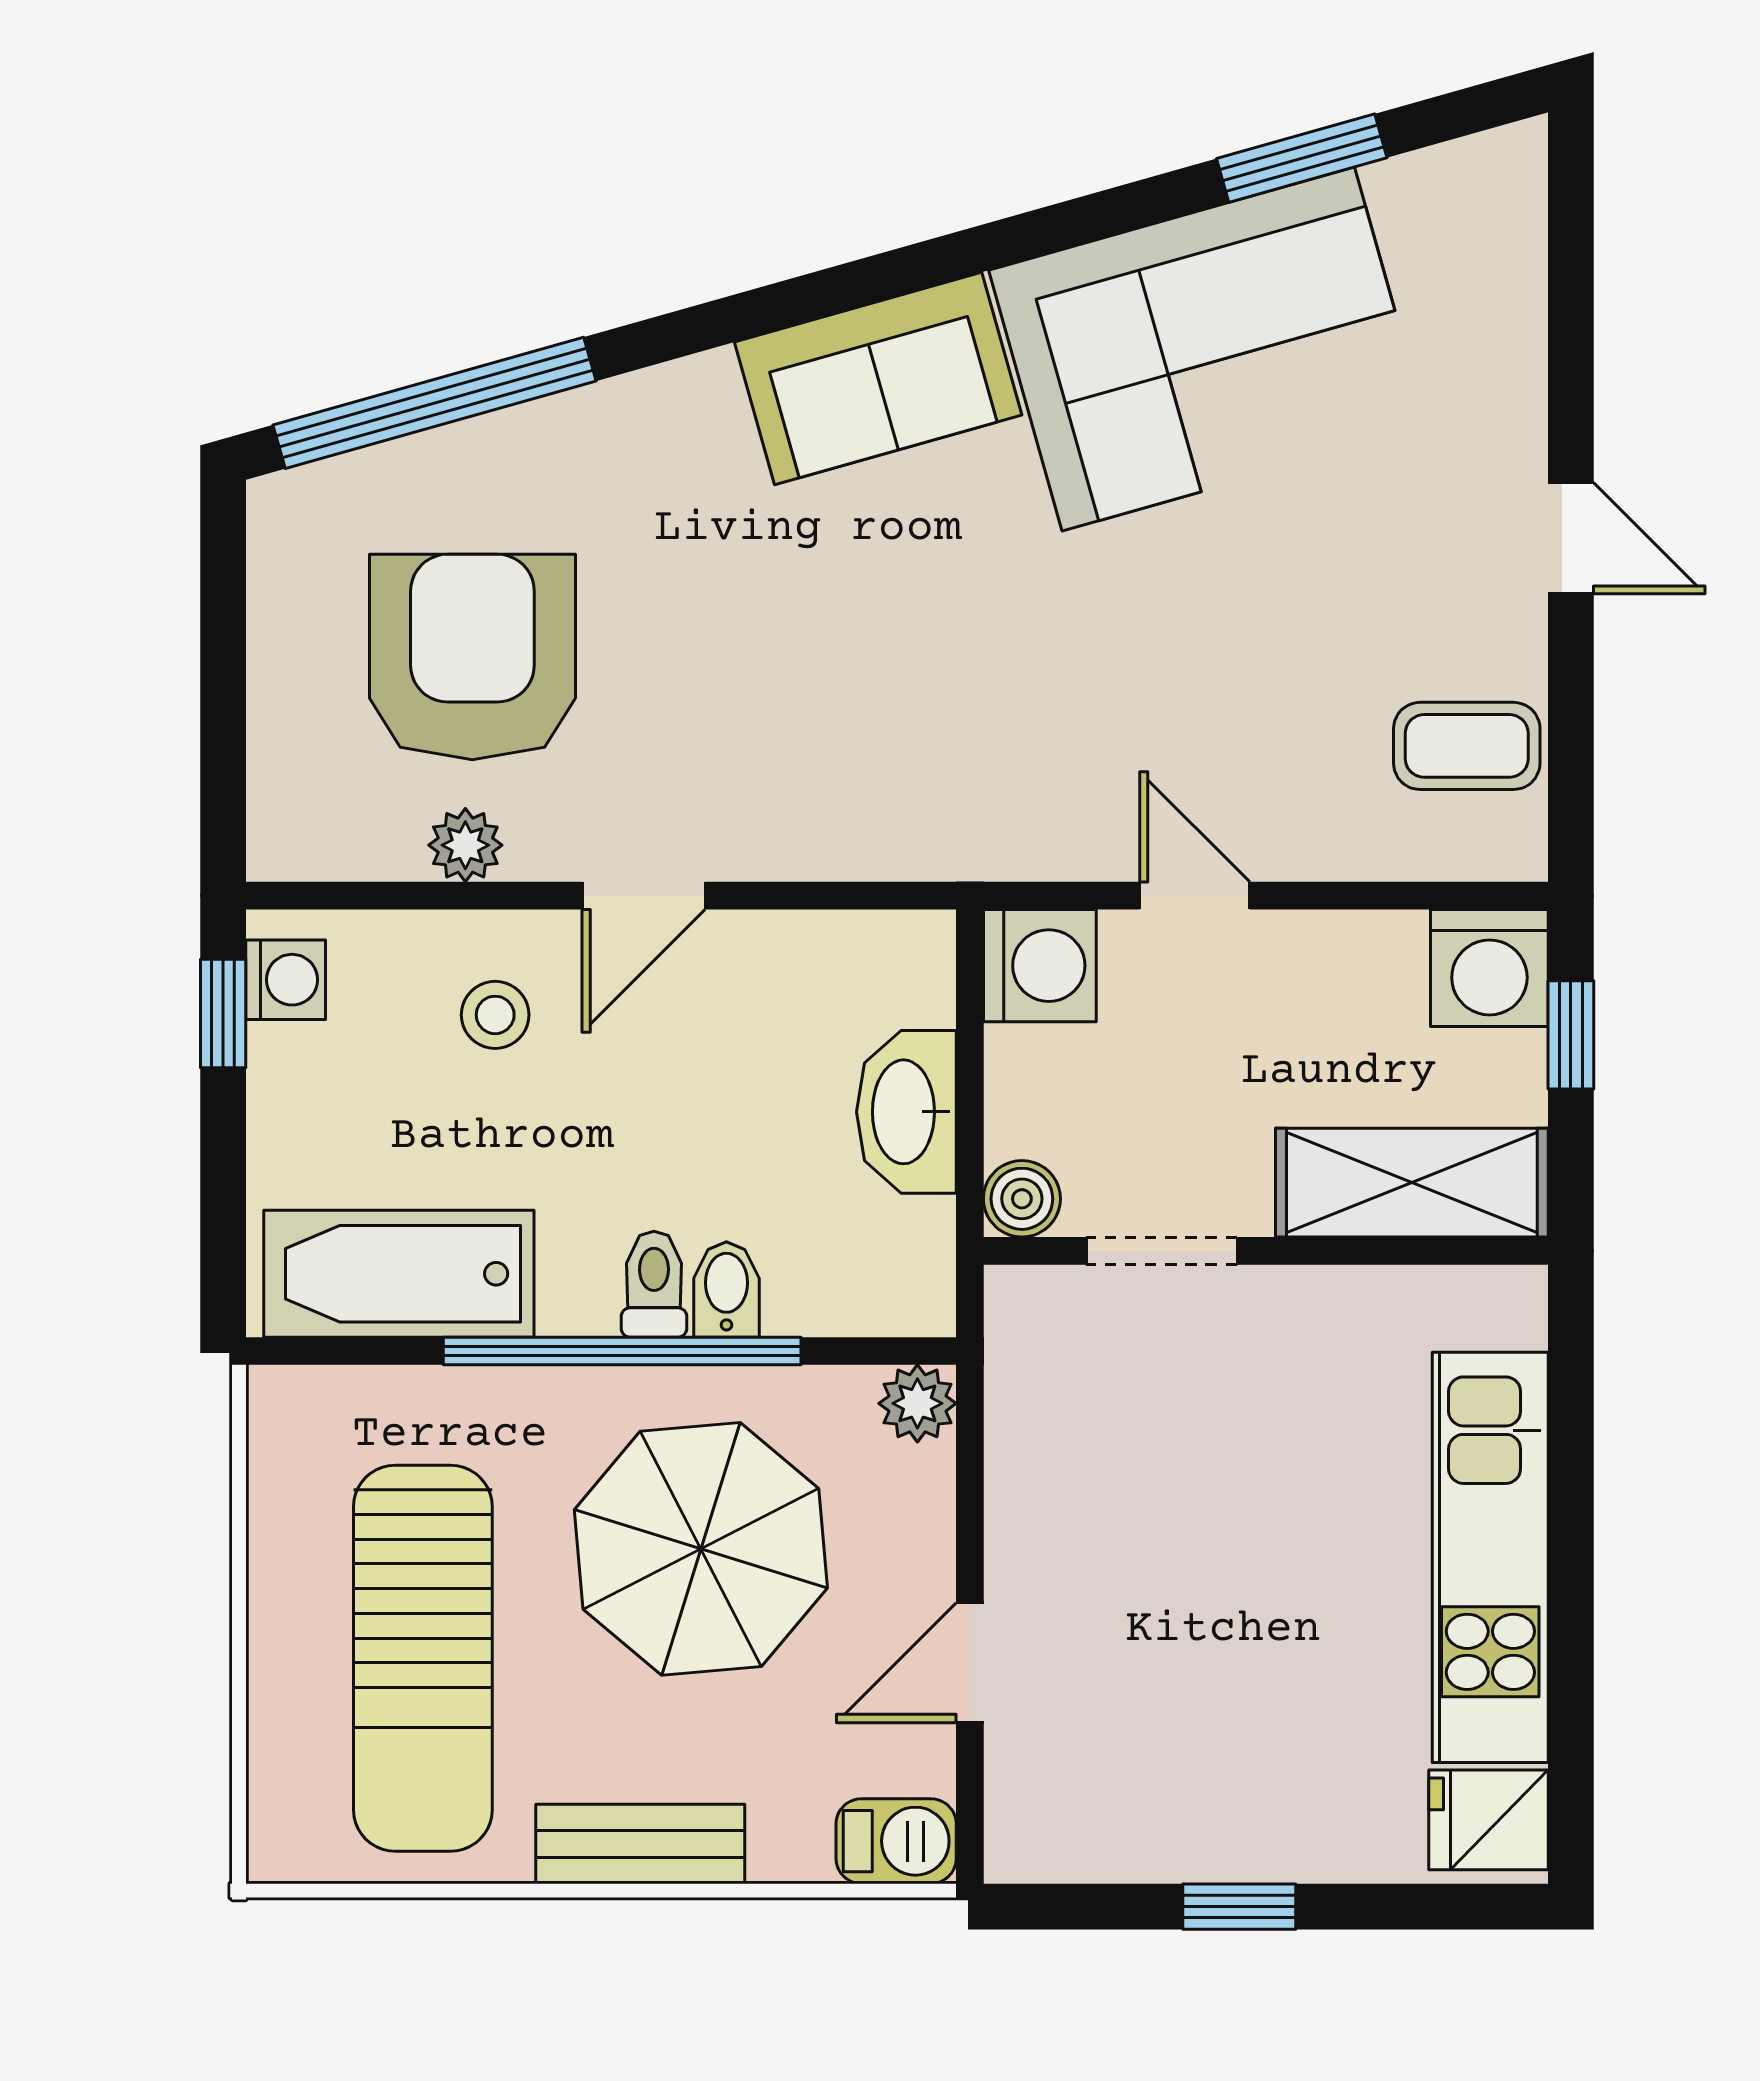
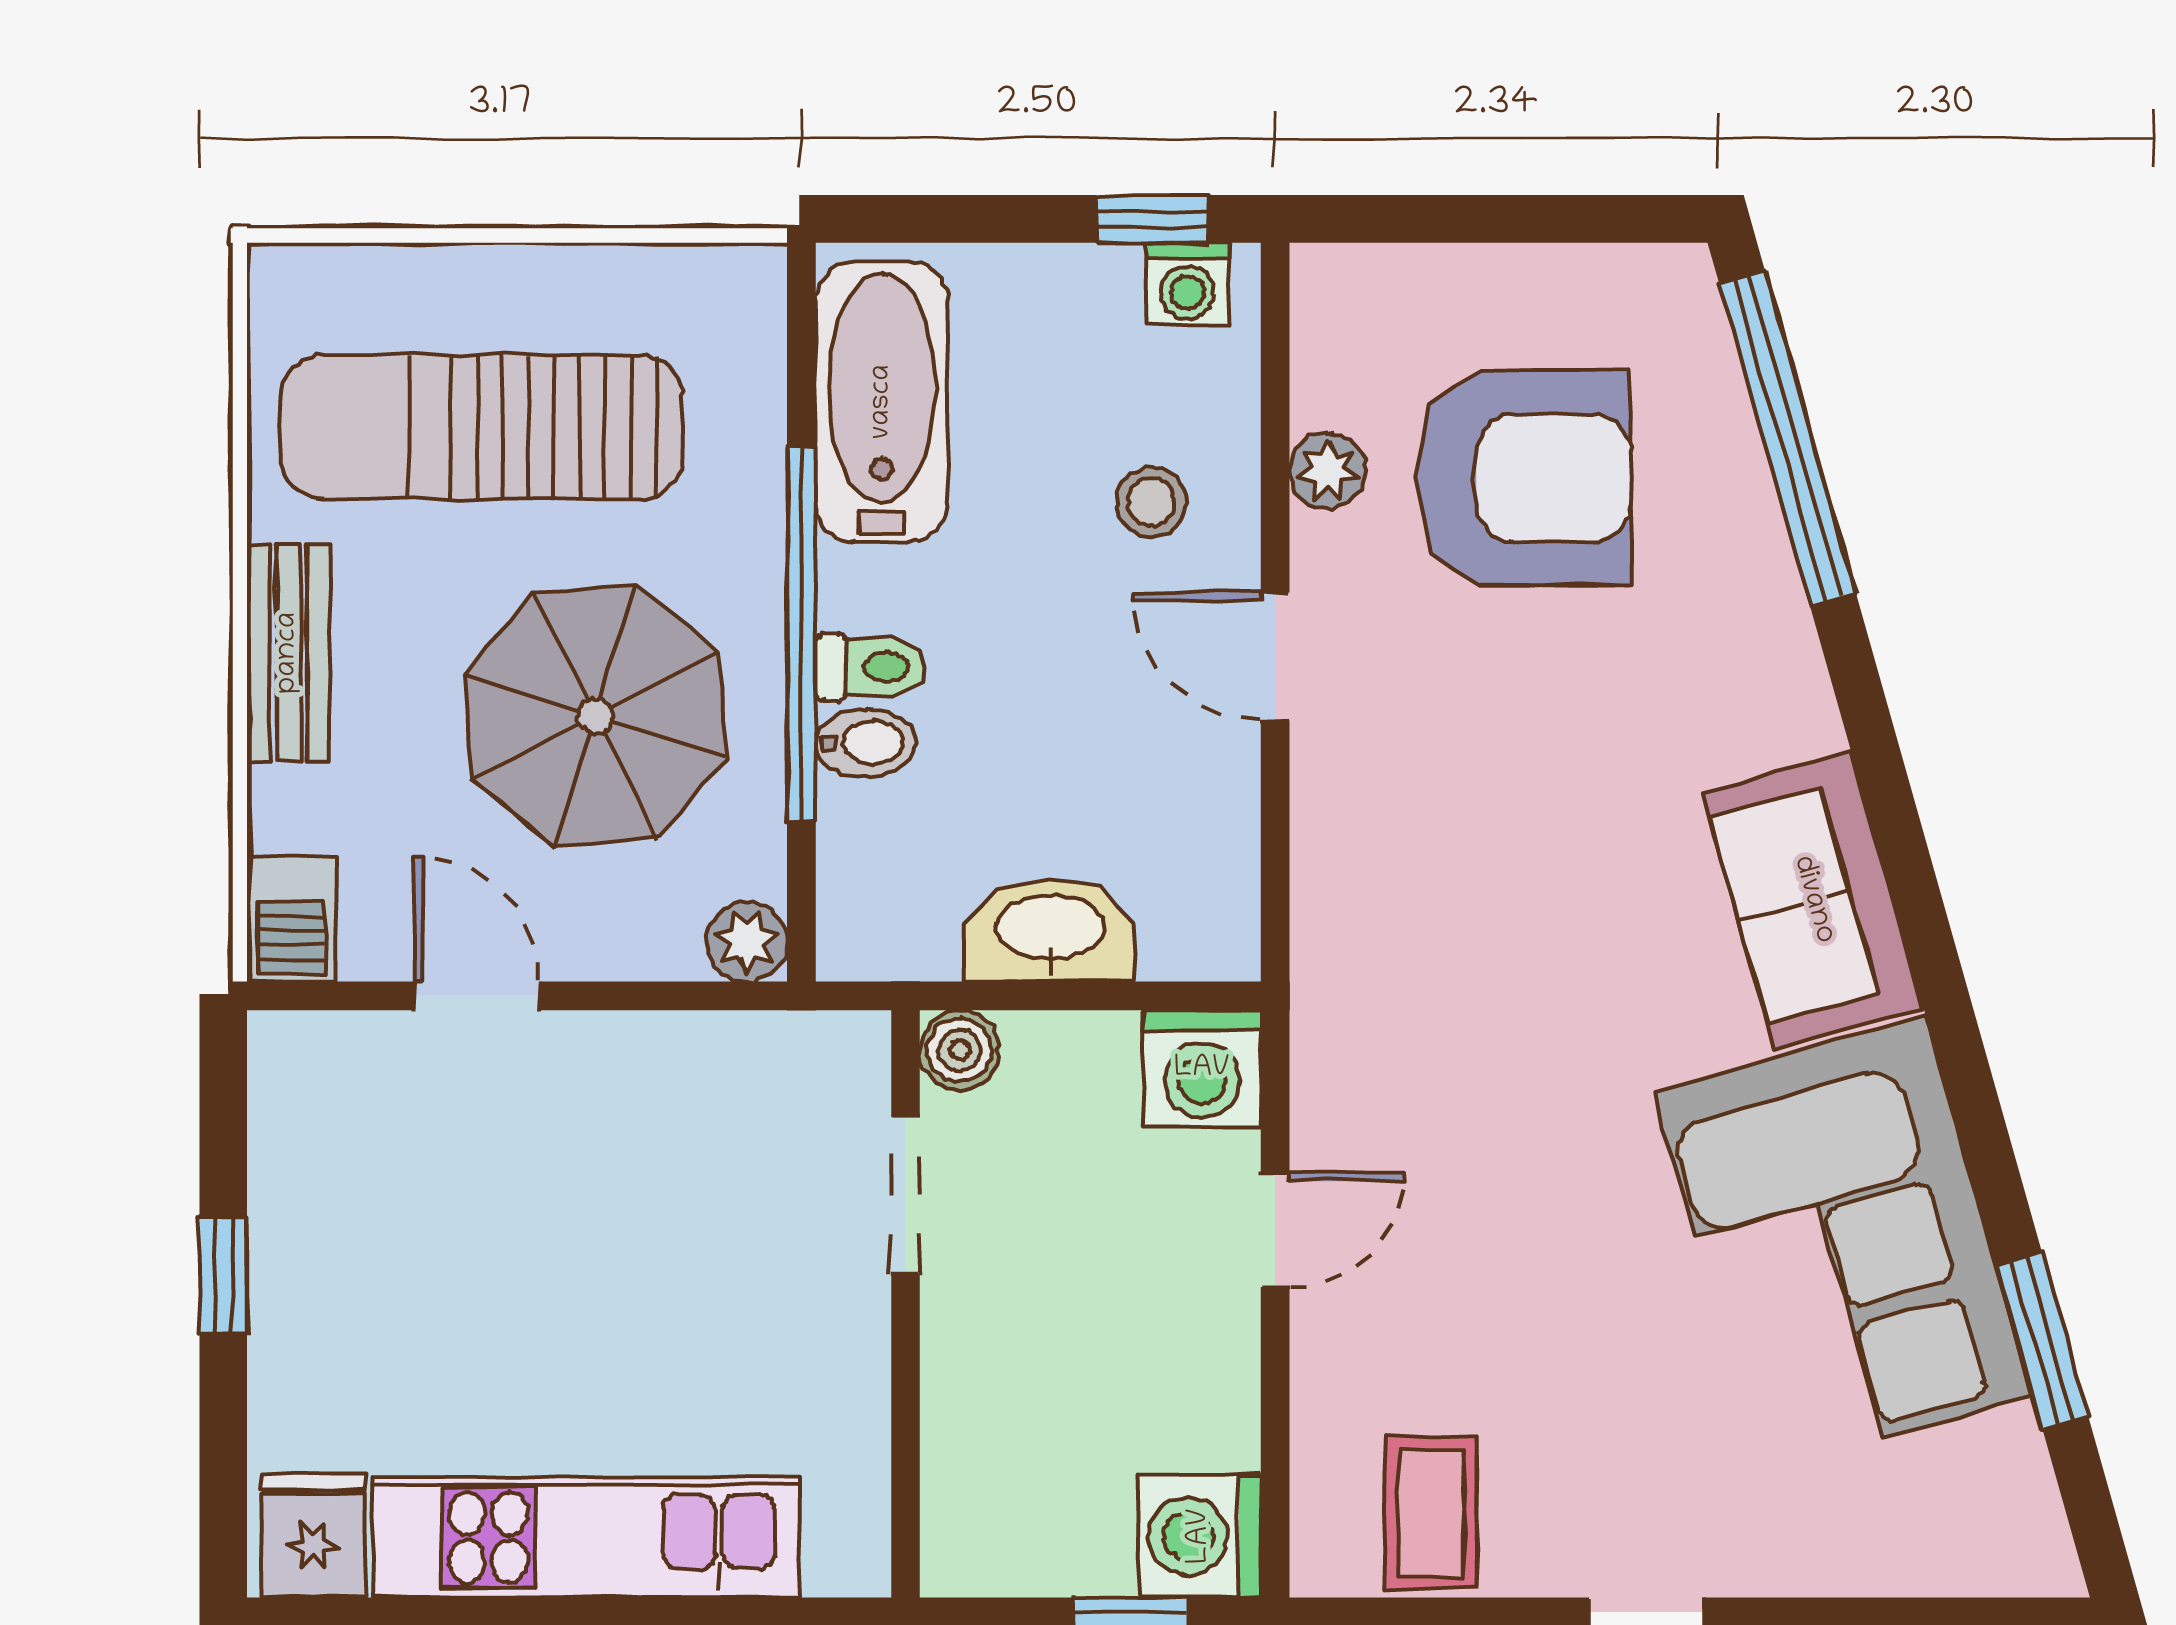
shelving: (1412, 1183) -> (976, 1456), removed

